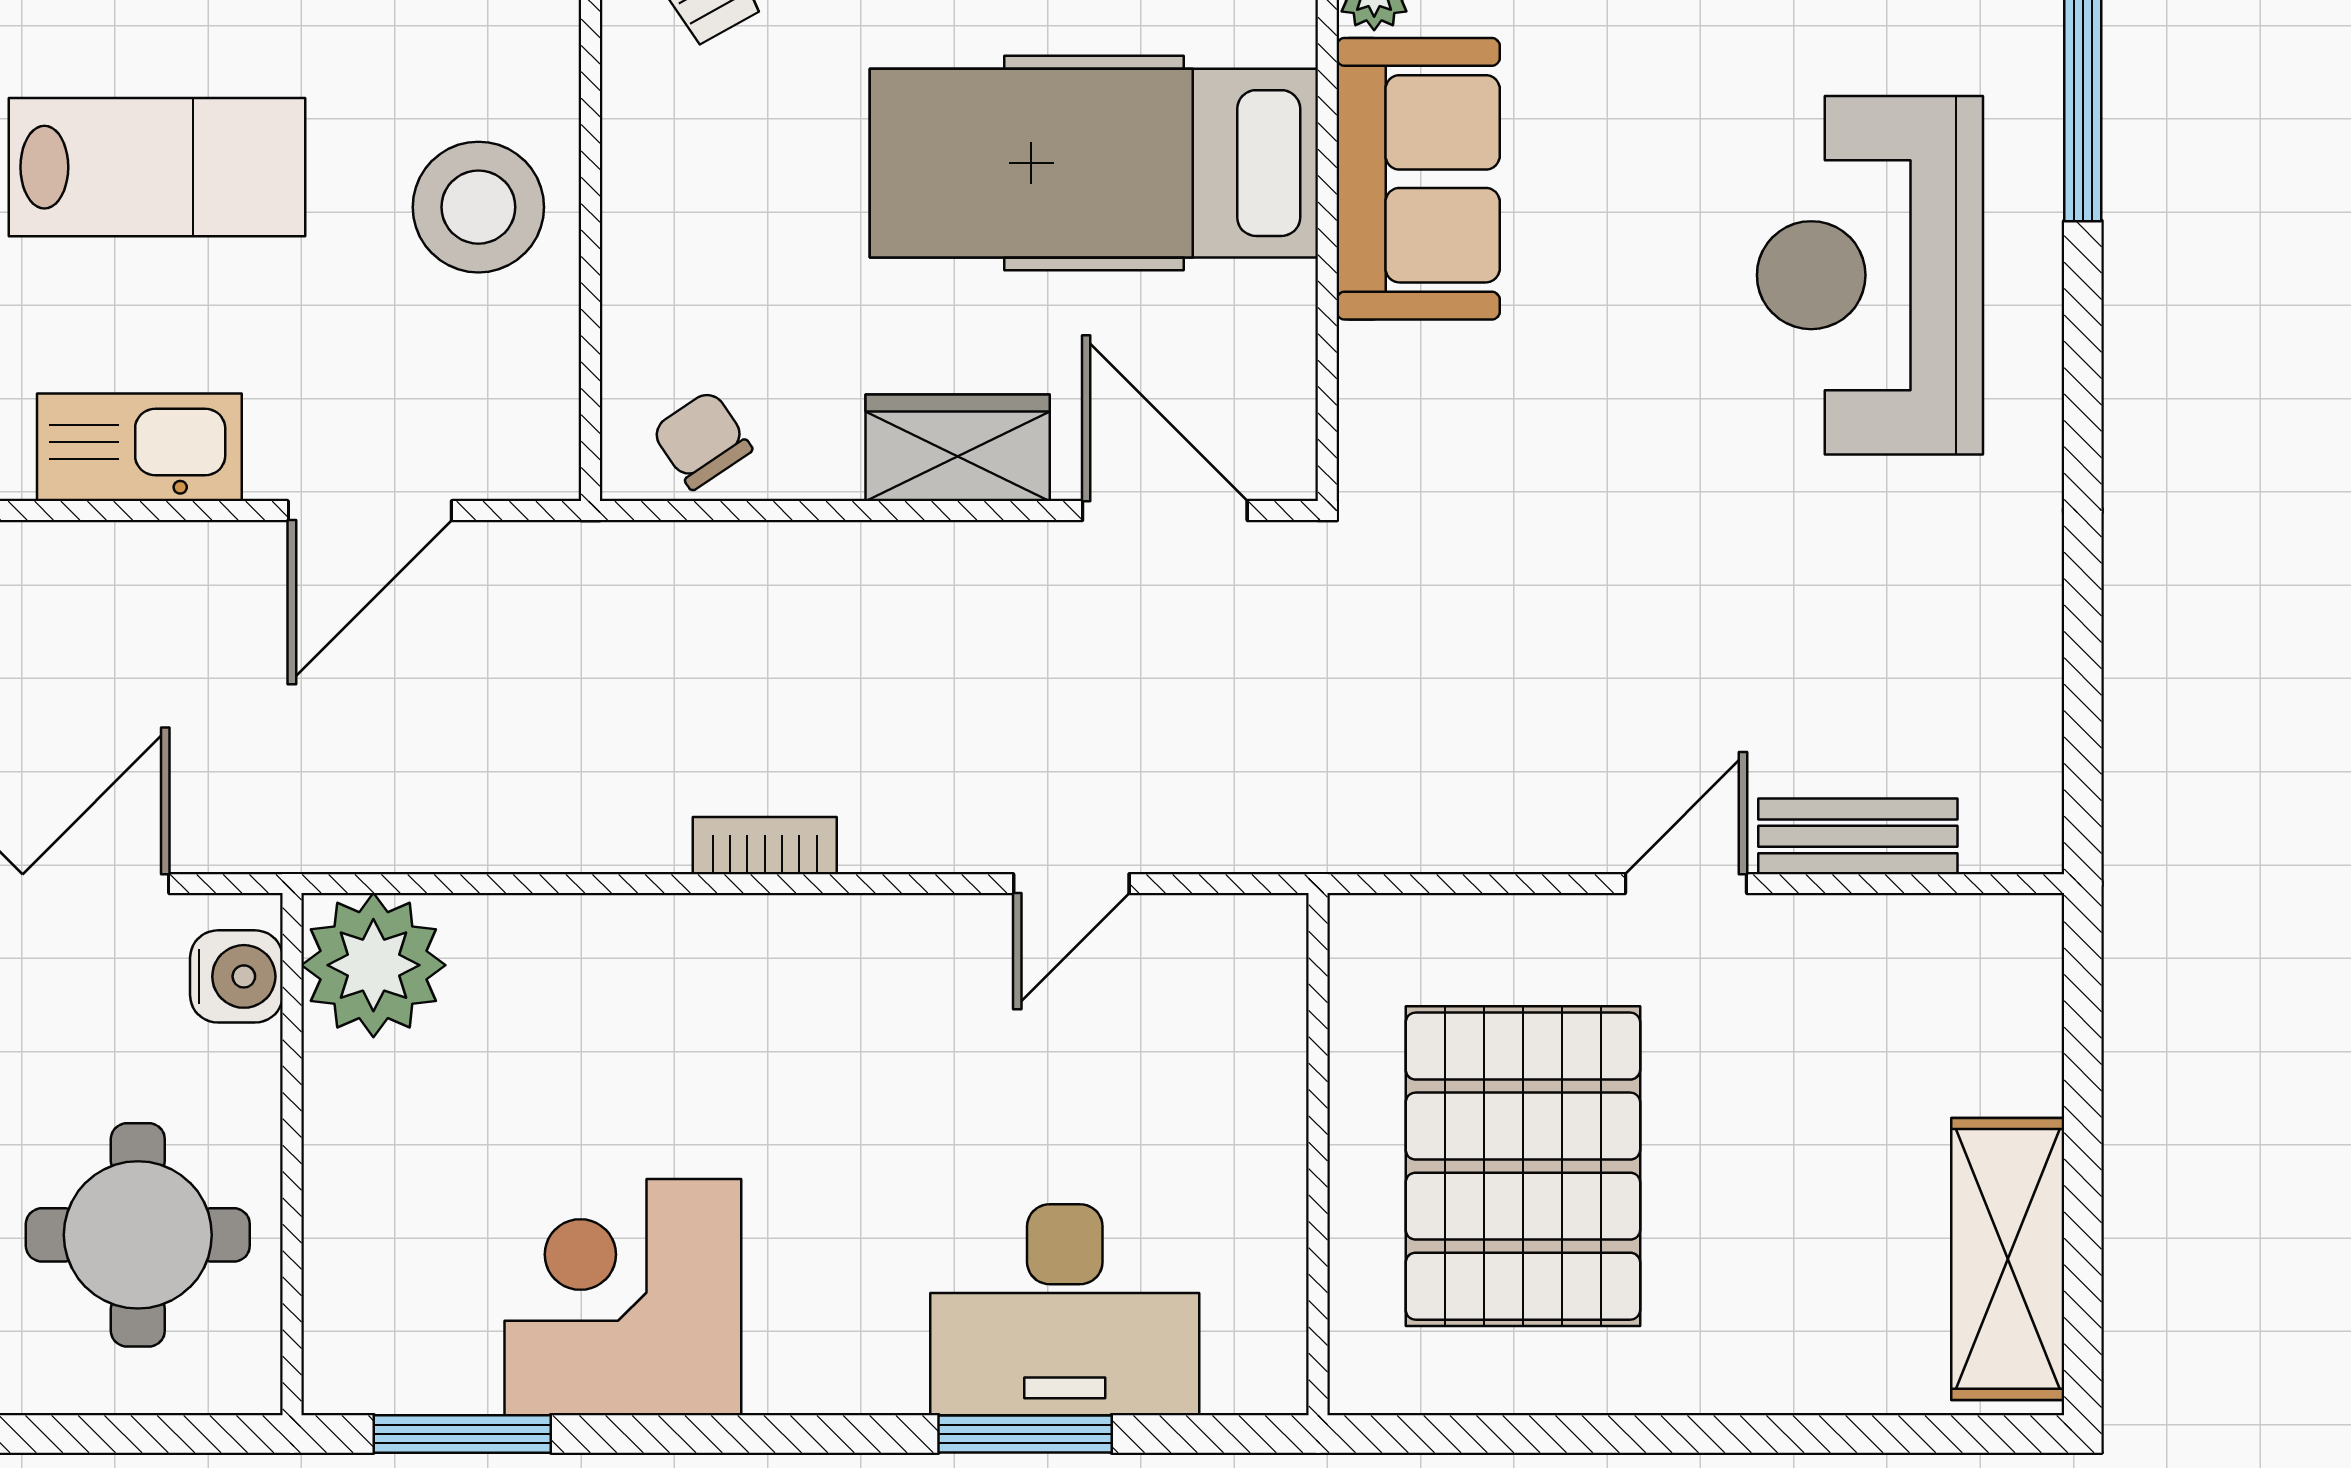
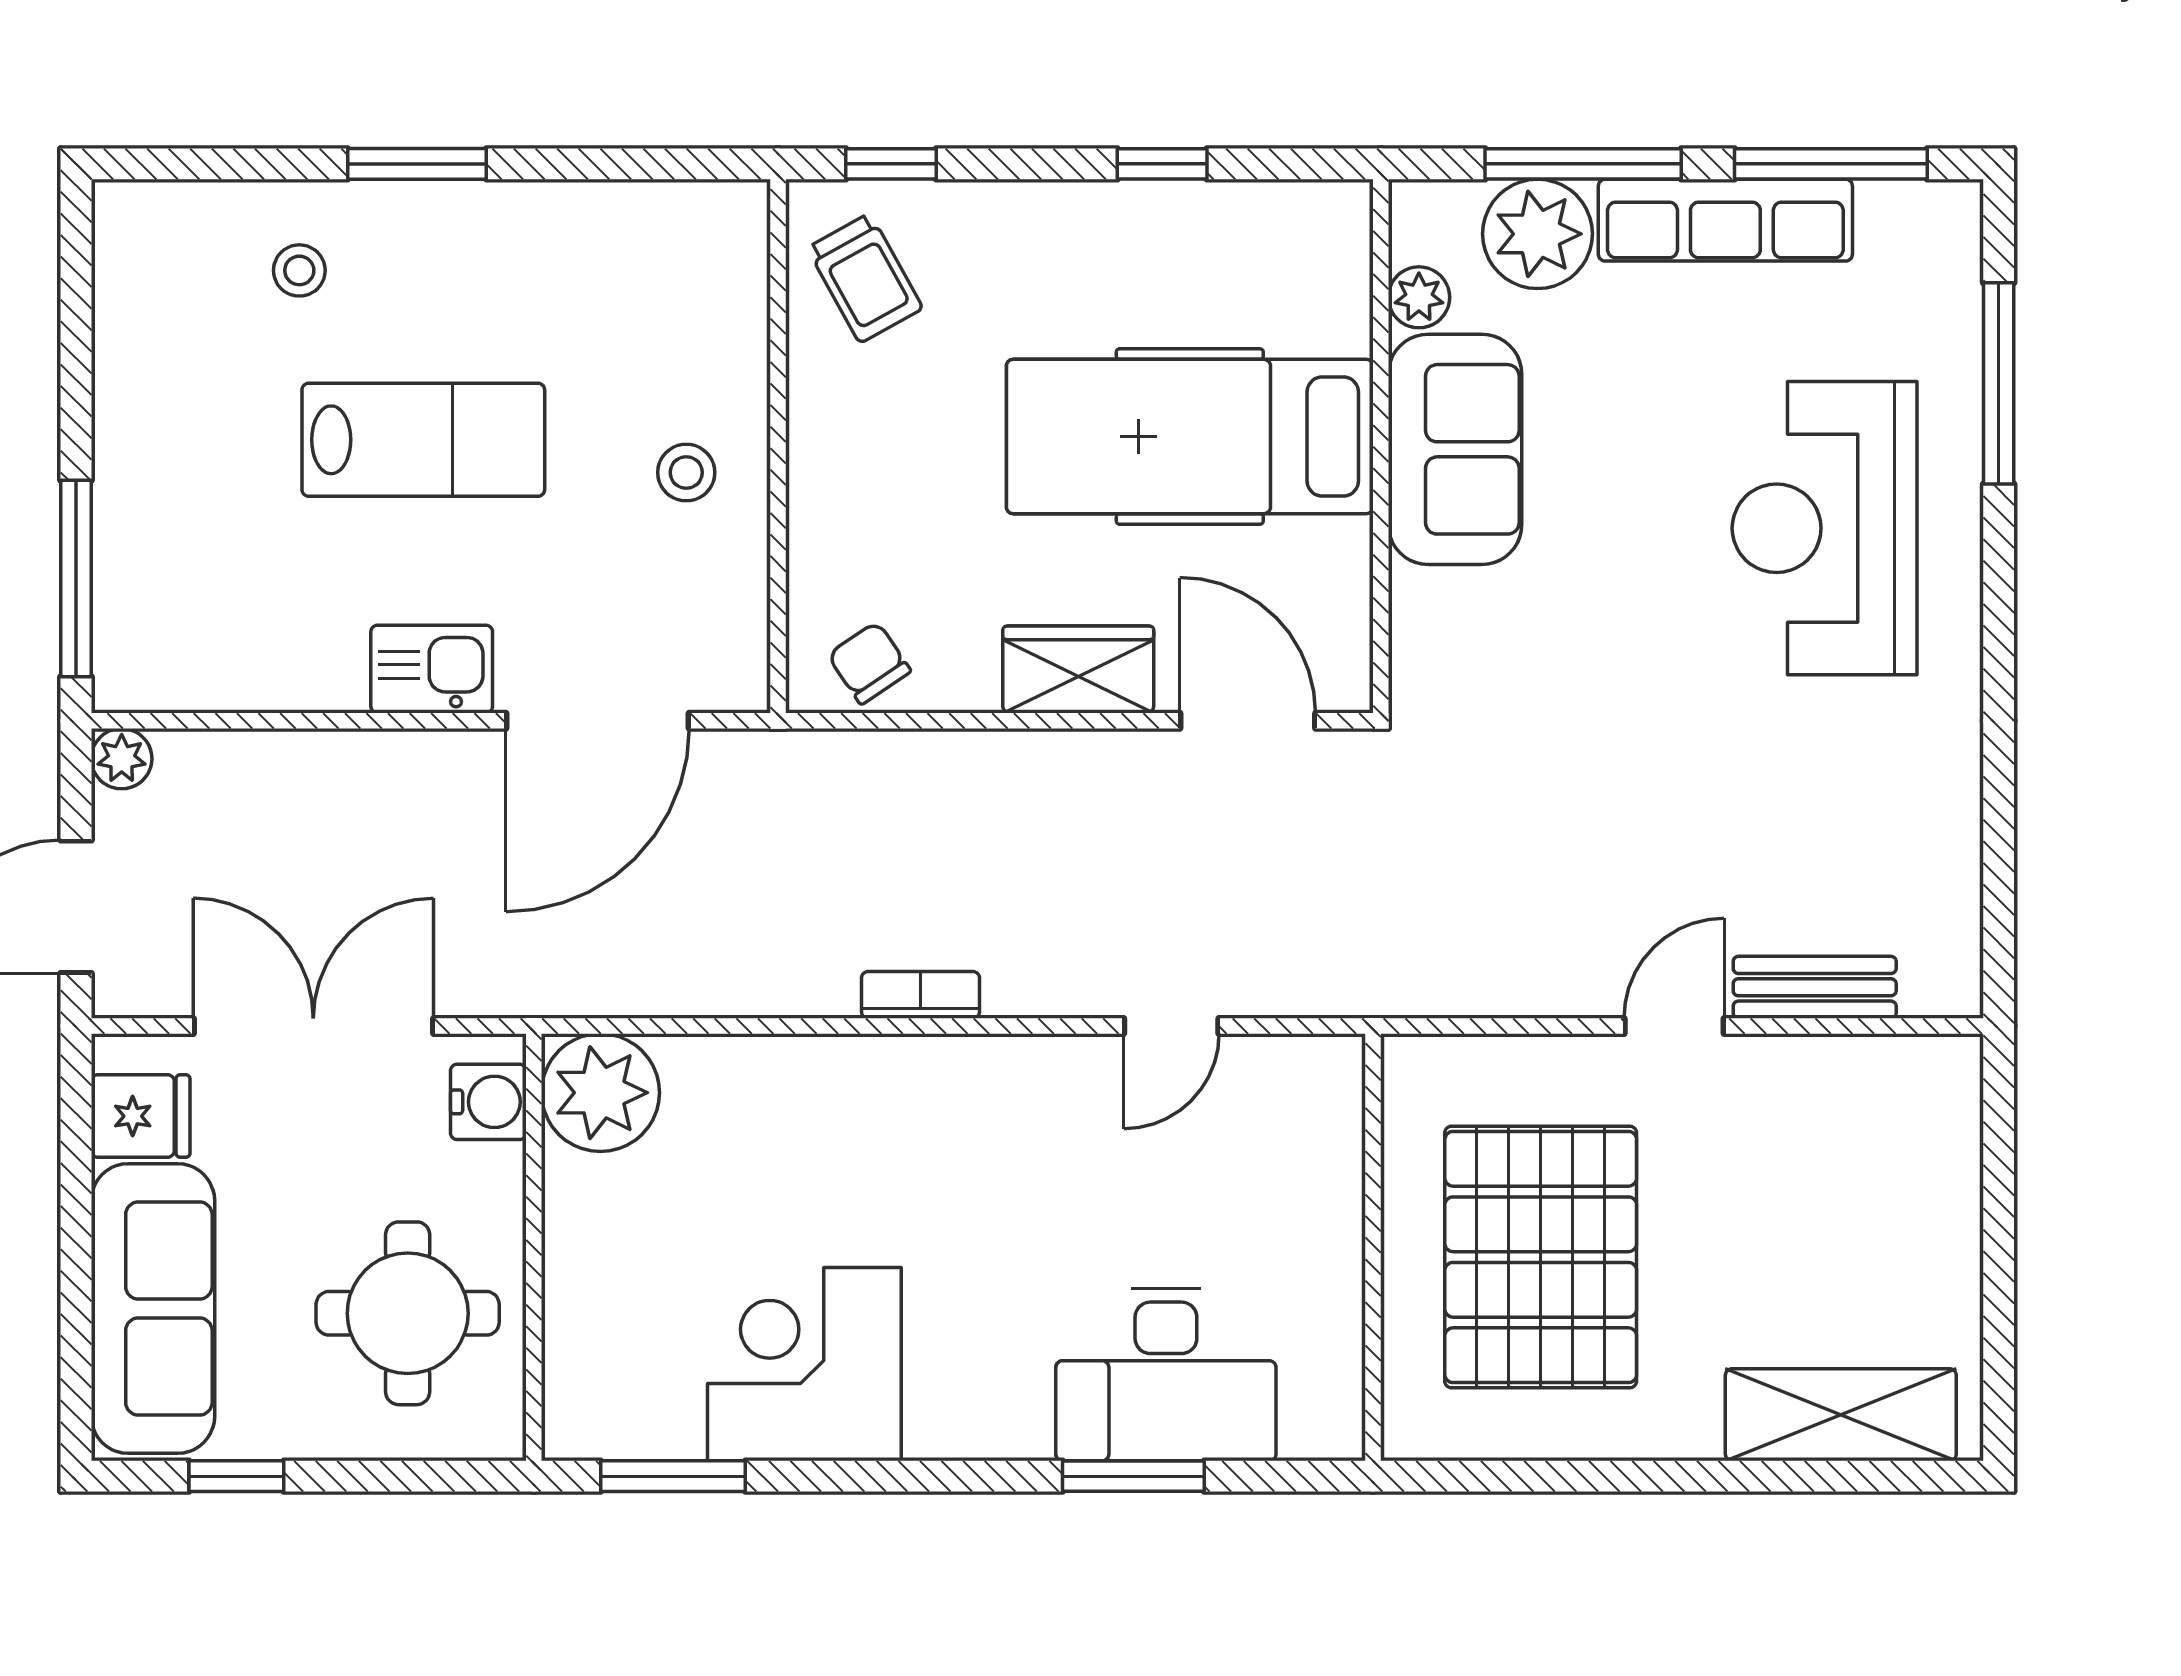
stool: (478, 207) -> (686, 473), width x0.53, depth x0.53
kitchen sink: (139, 447) -> (432, 669), width x0.73
door: (370, 511) -> (597, 721), width x1.36
shelving: (2008, 1259) -> (1841, 1415), moved, turned 90

